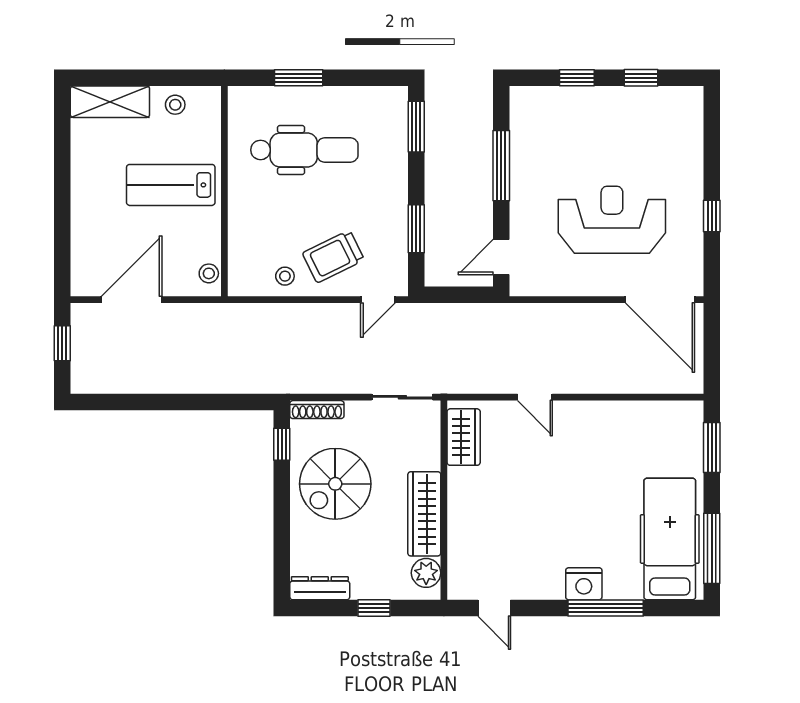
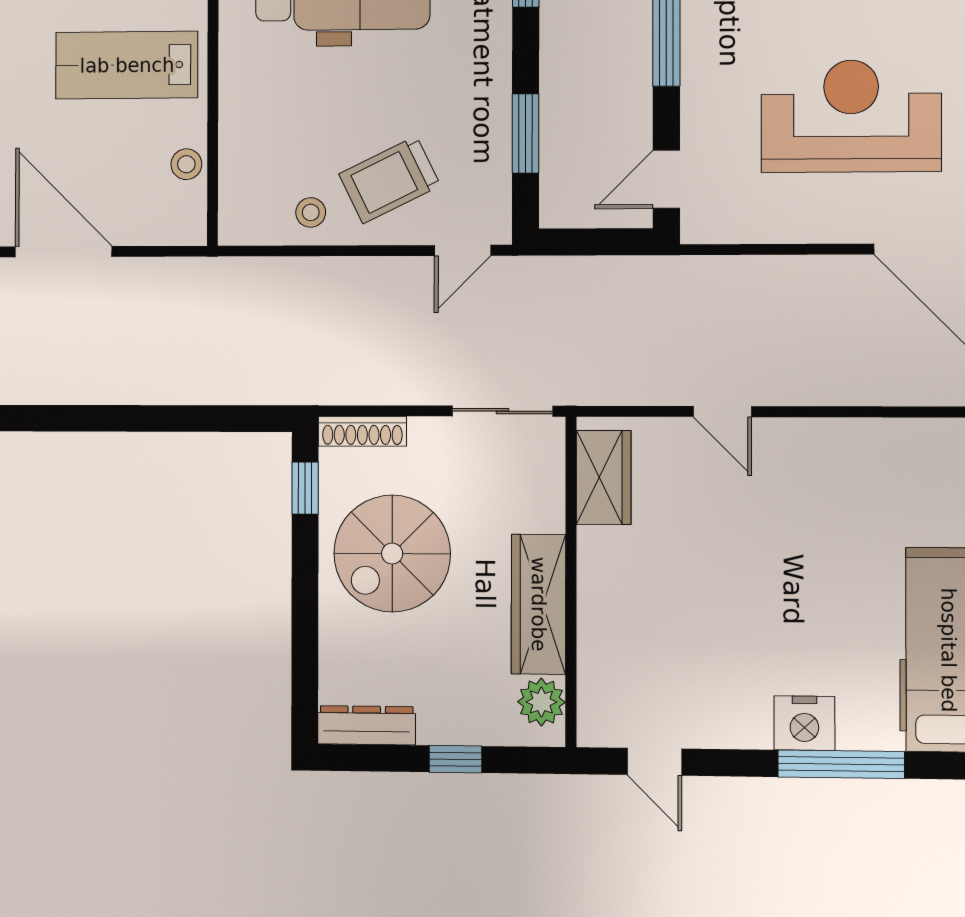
stool: (209, 273) -> (186, 164), moved
door: (132, 300) -> (64, 252), hinge flipped

